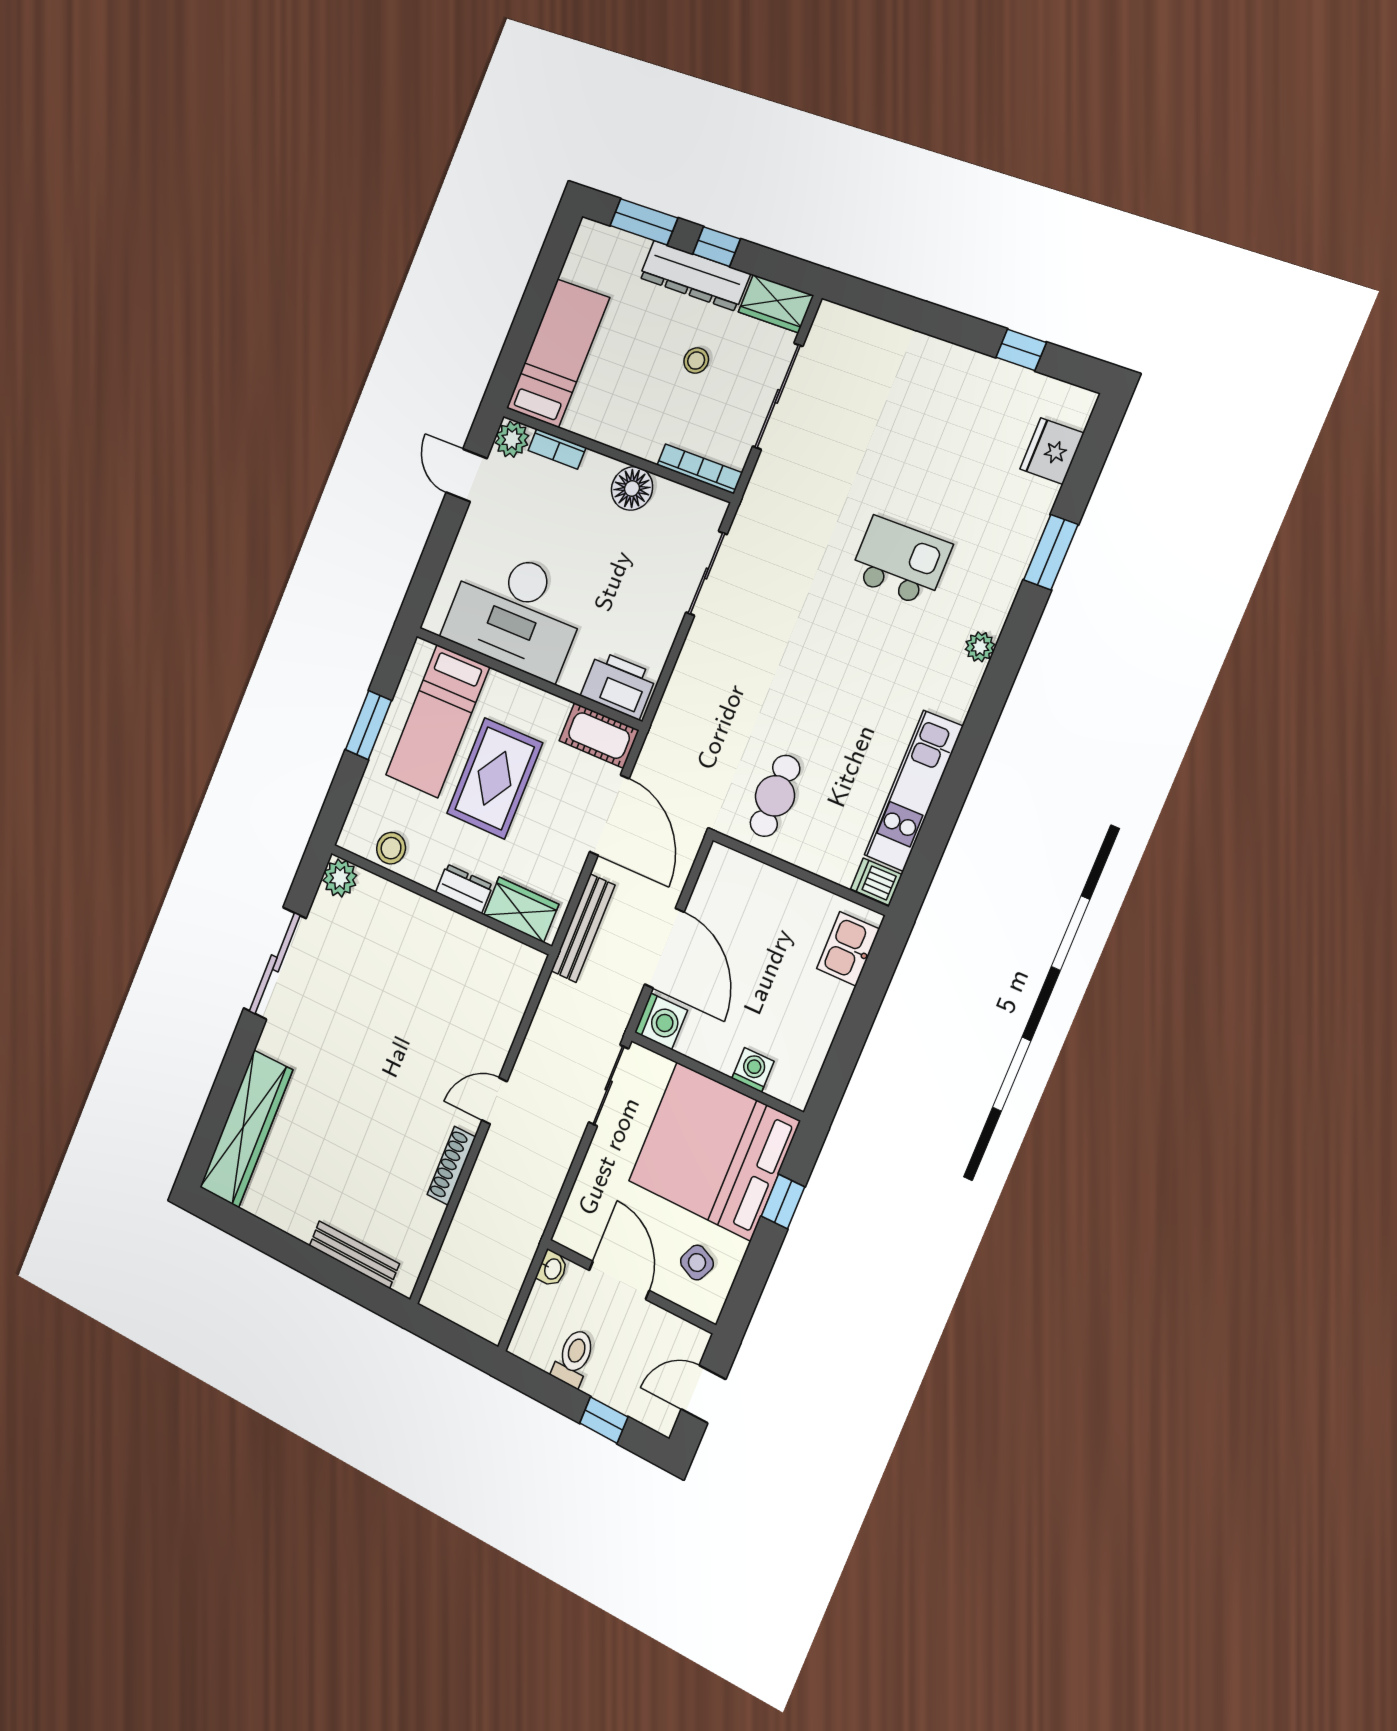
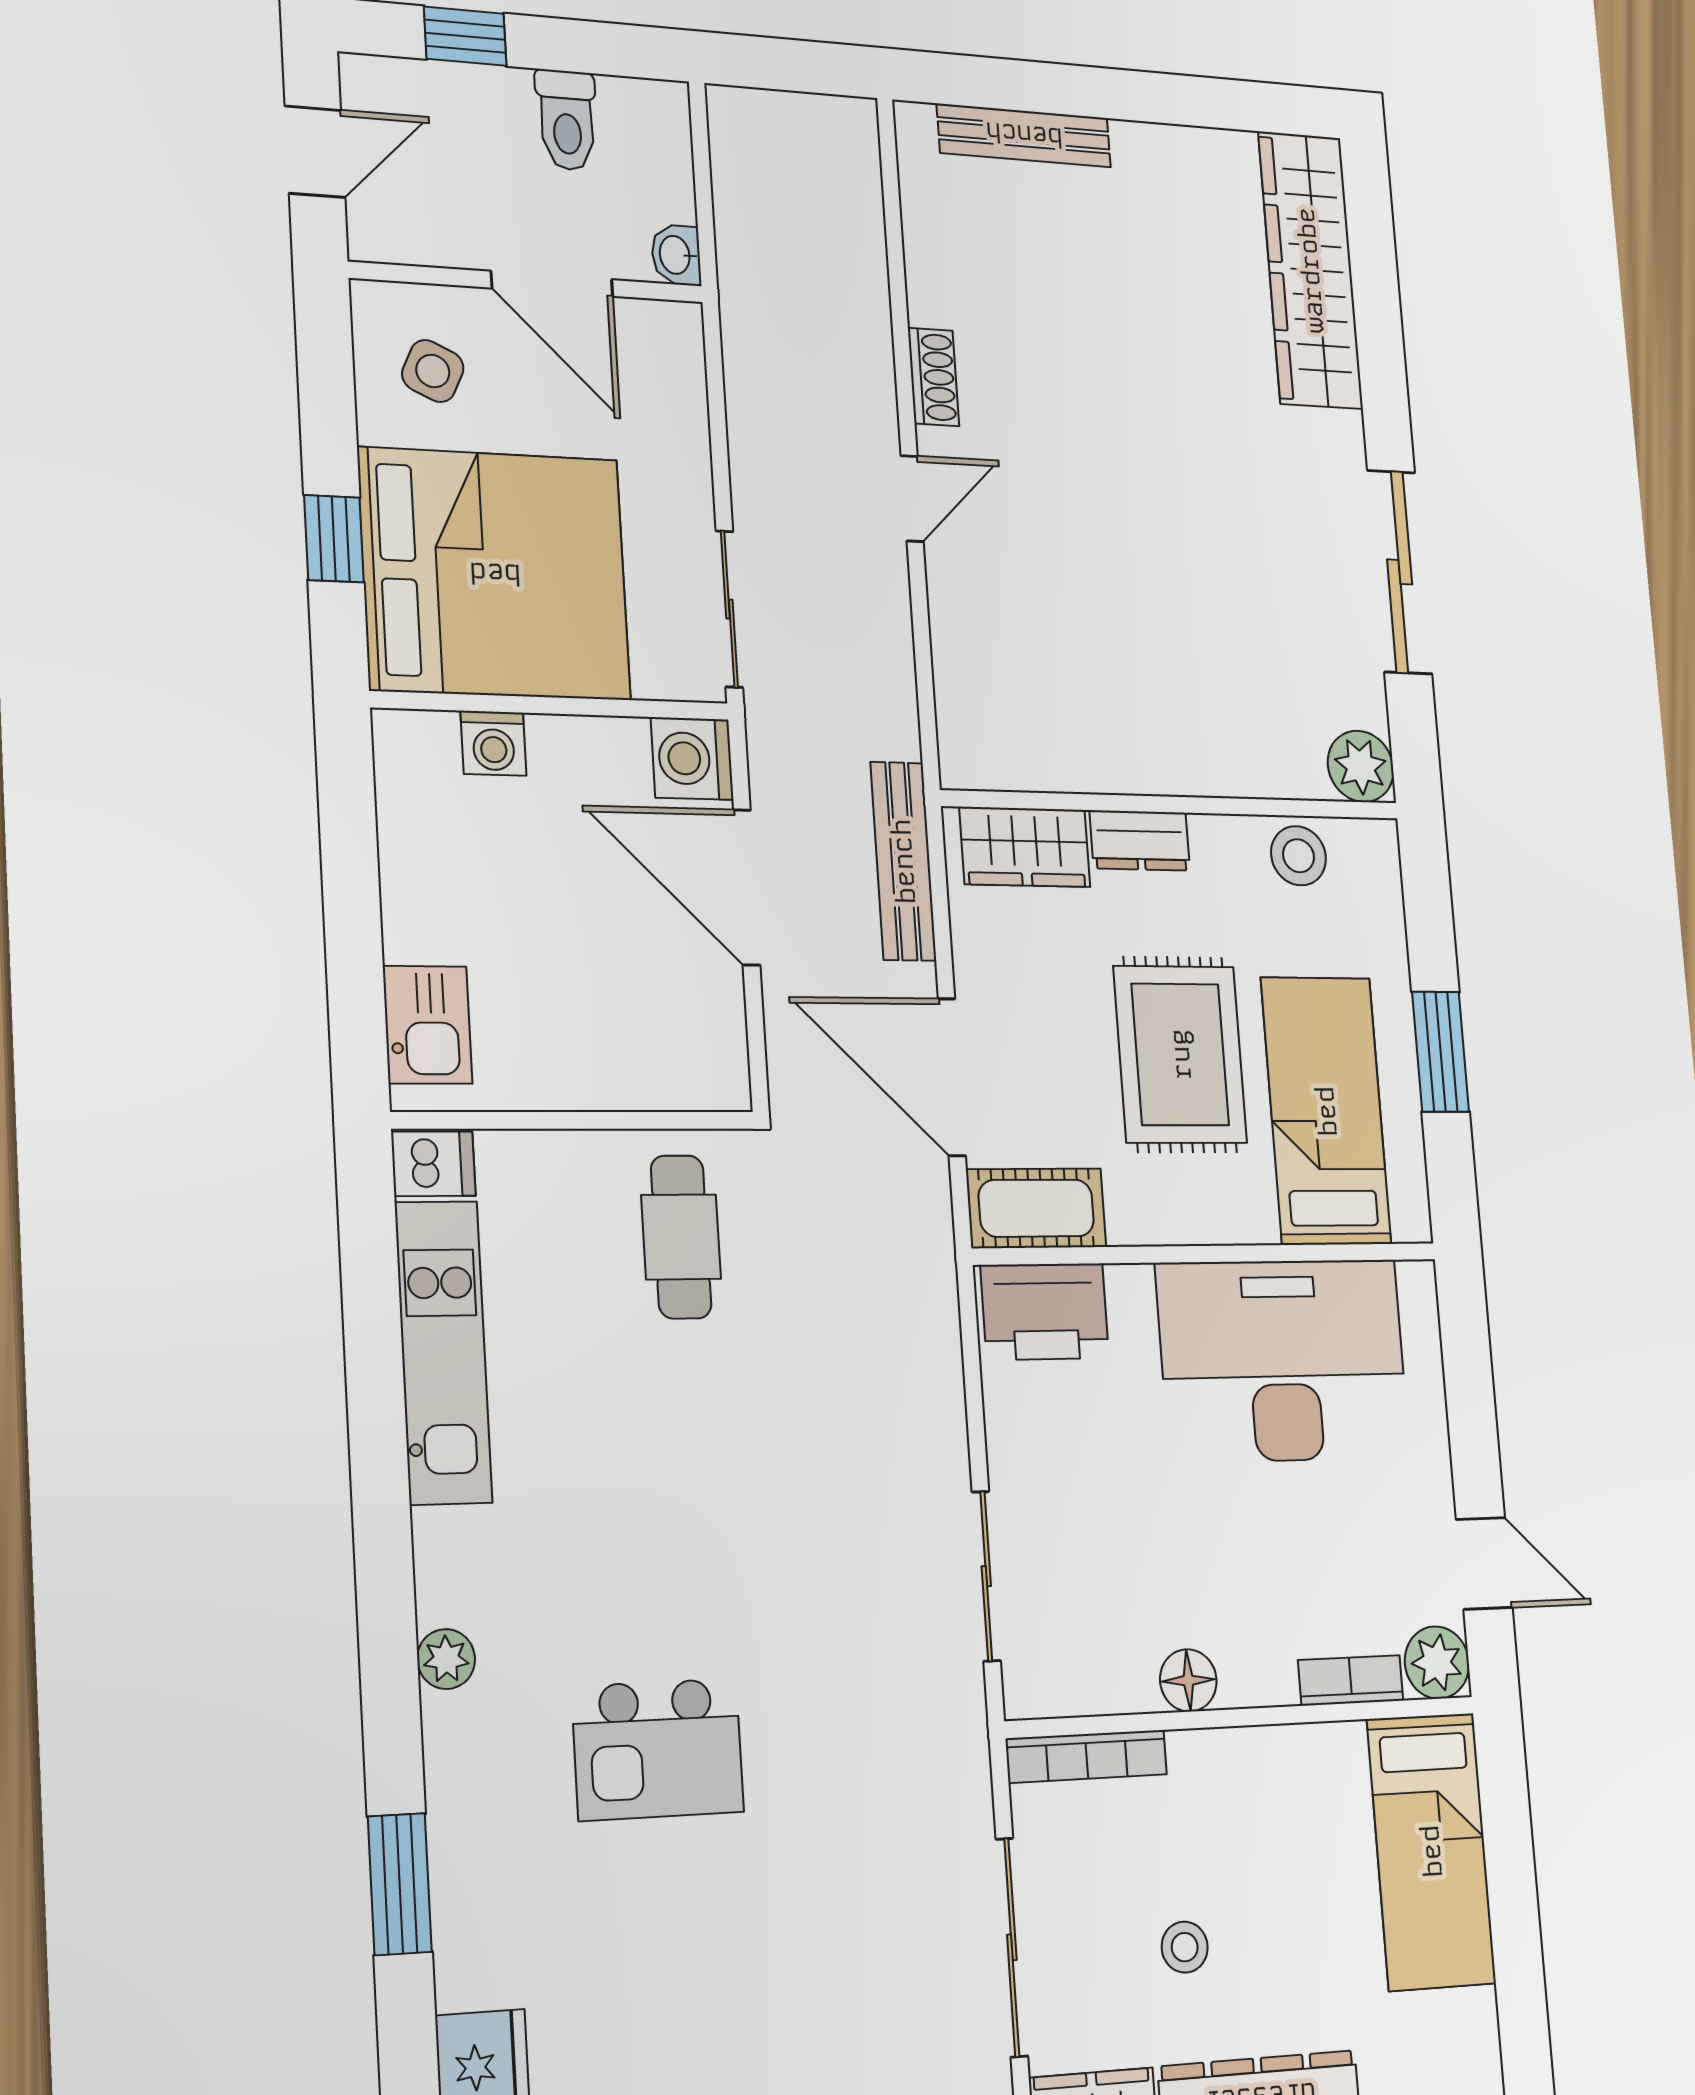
floor lamp: (632, 488) -> (1188, 1680), width x0.73, depth x0.73
shoe rack: (451, 1166) -> (933, 377), width x0.70

